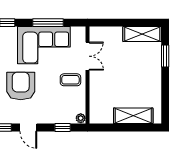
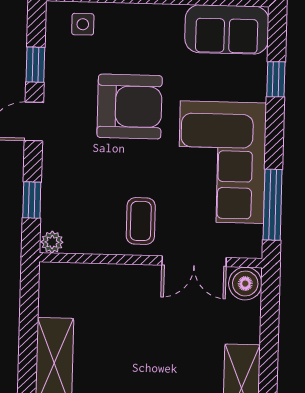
window: (48, 23) -> (273, 205), moved
boiler: (97, 34) -> (245, 284), added

